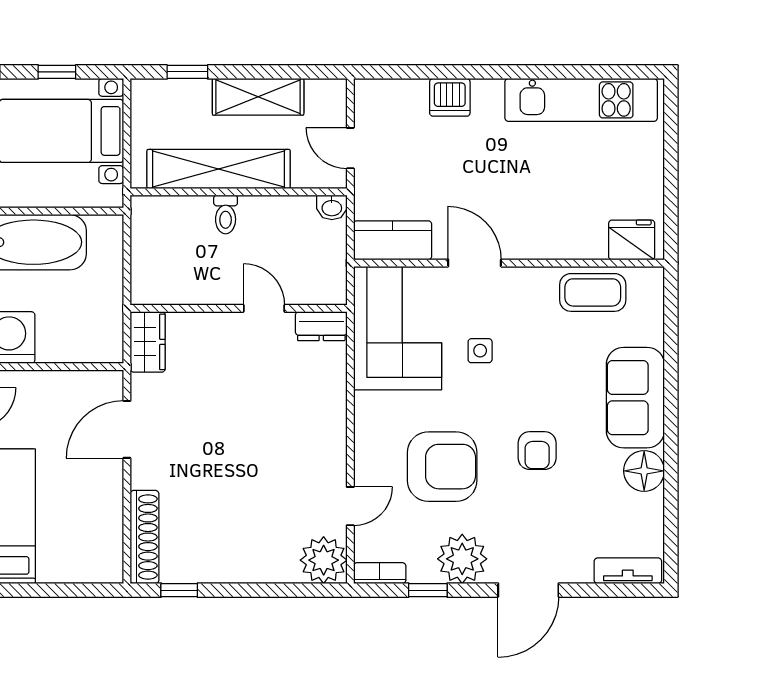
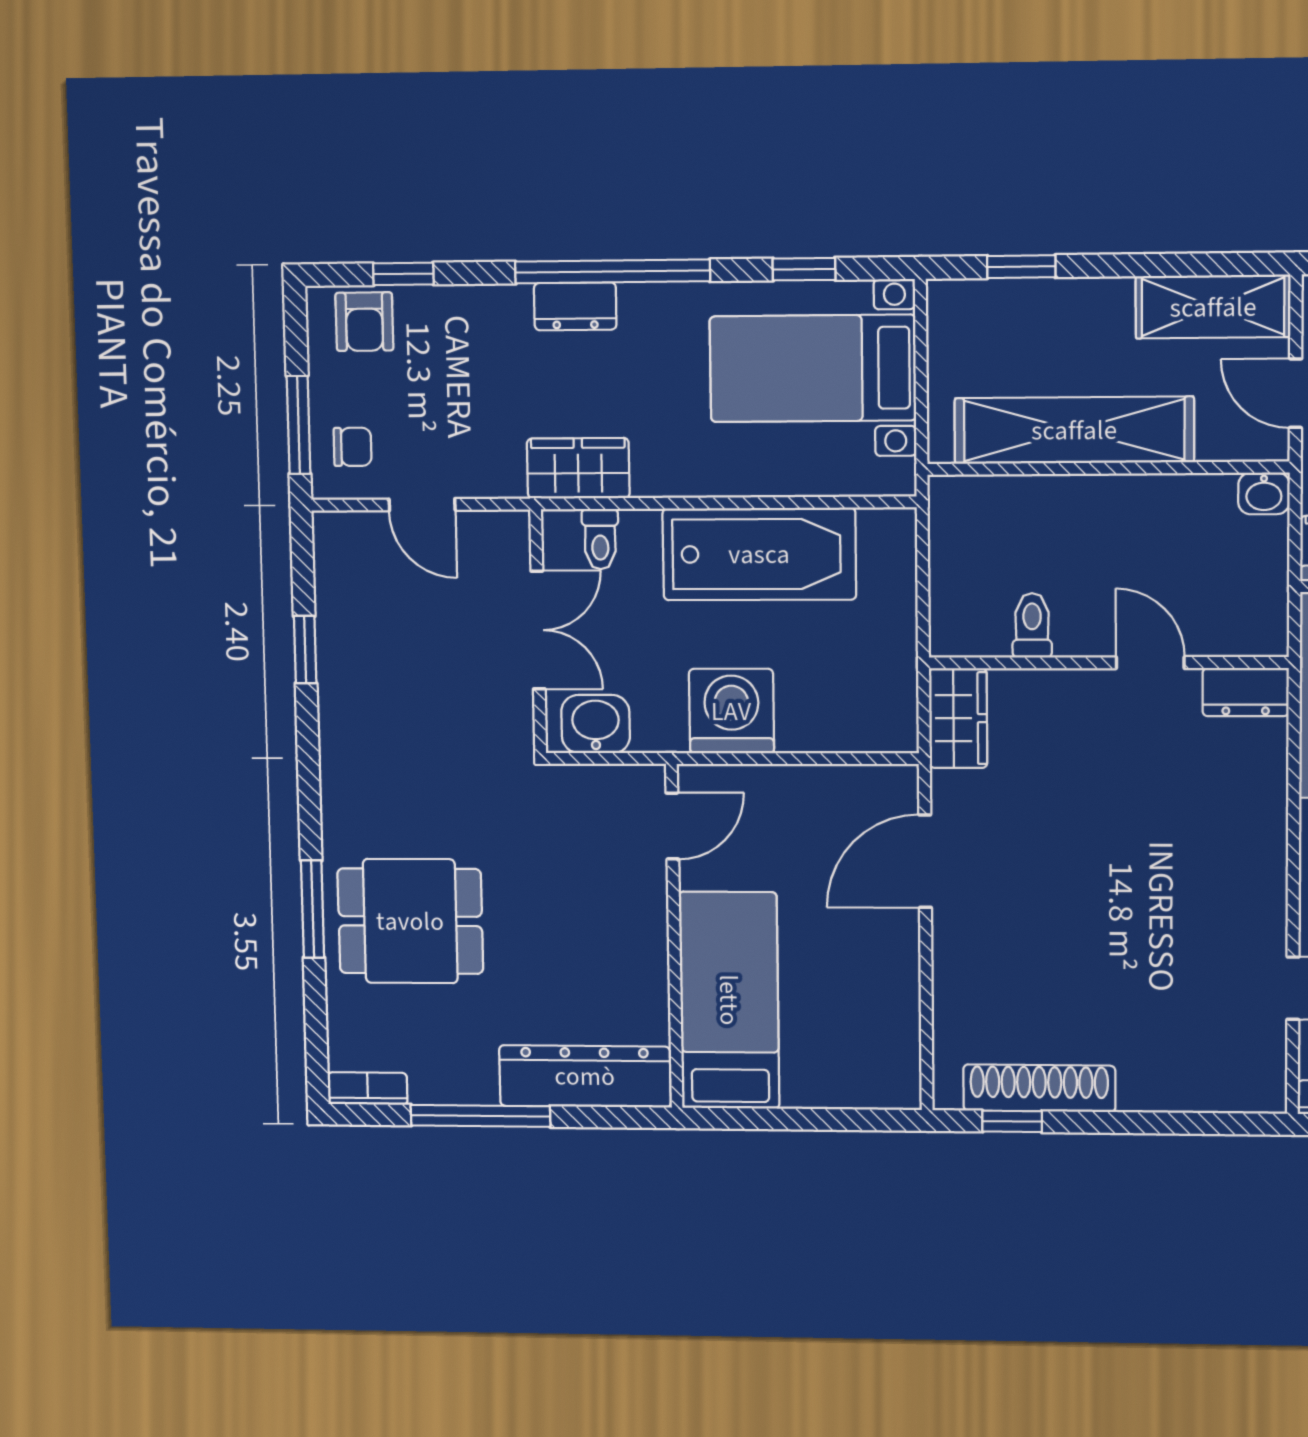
shelving: (258, 97) -> (1213, 307), moved
toilet: (226, 214) -> (1032, 625), moved, turned 180
shoe rack: (144, 537) -> (1039, 1088), moved, turned -90
plant: (324, 560) -> (1248, 1076), removed

